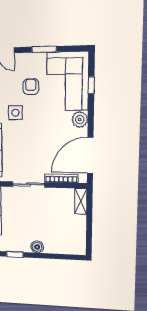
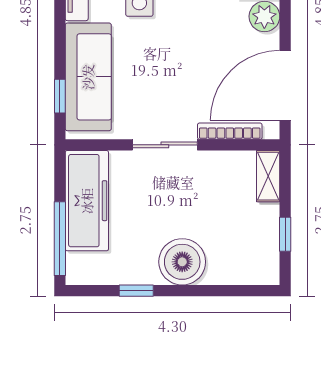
window: (89, 230) -> (285, 234), added
boiler: (37, 247) -> (182, 262), width x1.86, depth x1.86

